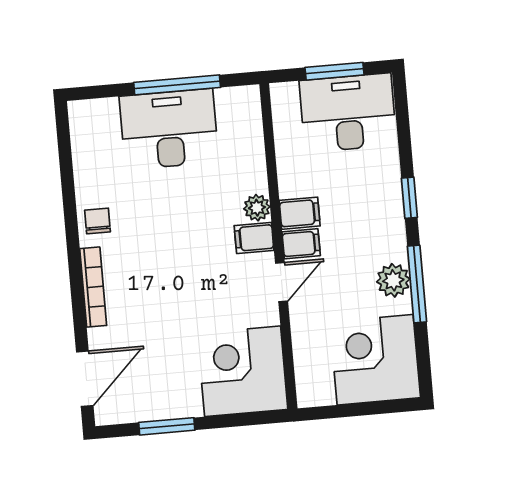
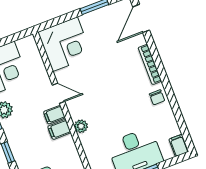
filing cabinet: (254, 238) -> (179, 145), moved, turned -90
door: (282, 282) -> (59, 93), swing flipped

